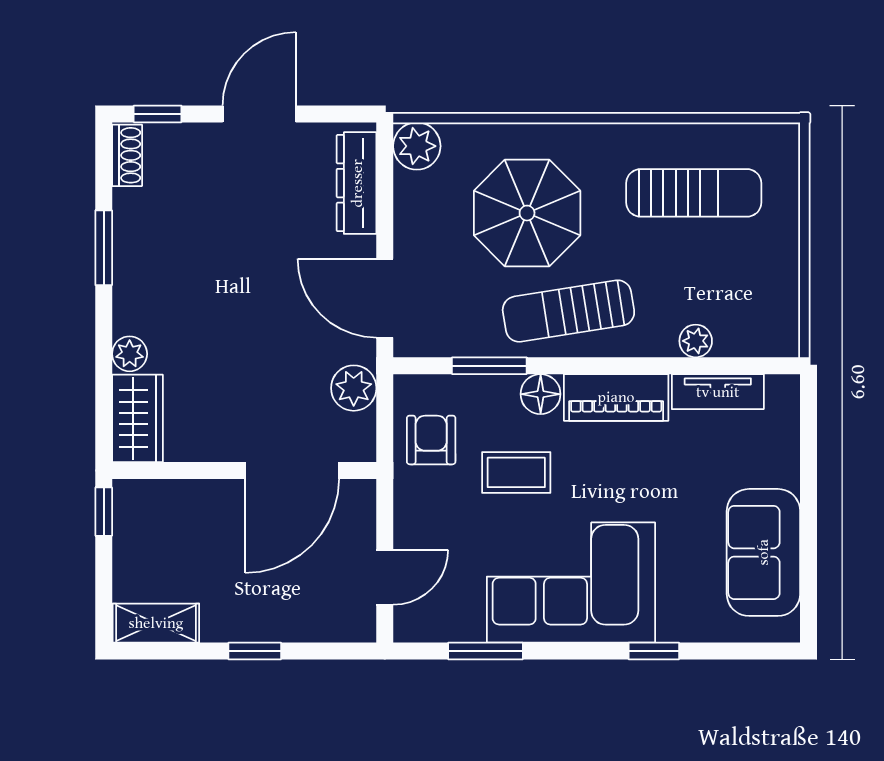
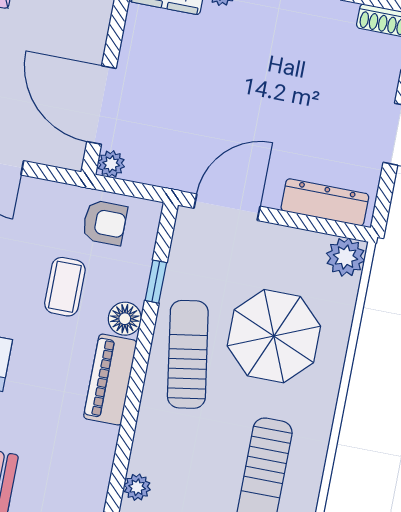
plant: (696, 341) -> (137, 487), moved
window: (489, 366) -> (156, 282), width x0.67
plant: (354, 388) -> (111, 164), moved, width x0.73, depth x0.73
tv unit: (718, 392) -> (99, 463), removed

